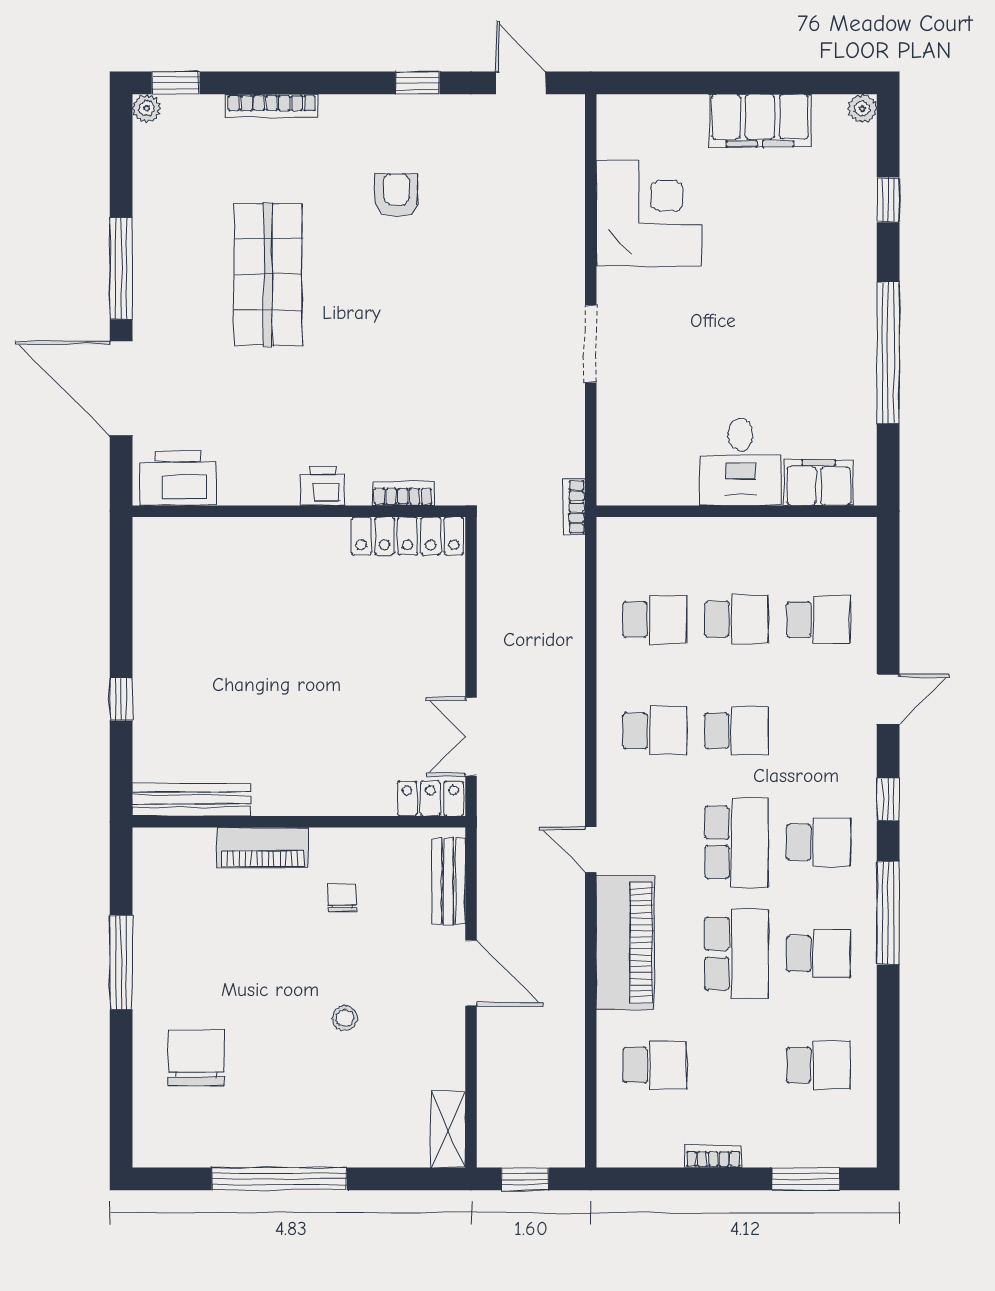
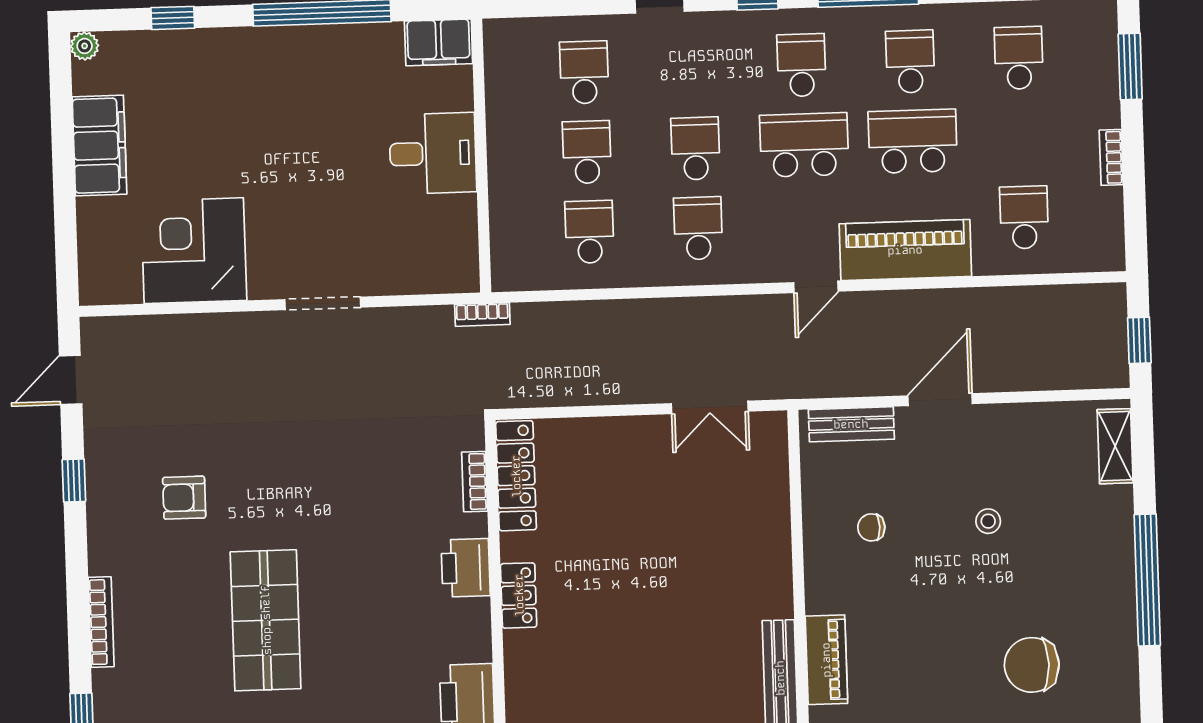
shop shelf: (268, 274) -> (266, 620), turned 90
filing cabinet: (818, 483) -> (439, 42), moved, turned -90
printer: (323, 486) -> (466, 568), width x1.36, depth x1.24
locker: (430, 798) -> (519, 595), moved, turned 180
piano: (262, 848) -> (826, 660), moved
shelving: (448, 1130) -> (1115, 446), moved, turned 90

